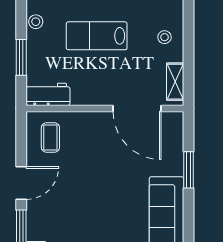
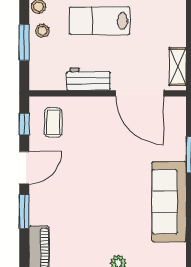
stool: (165, 37) -> (42, 31), moved
workbench: (48, 94) -> (88, 79), moved
window: (21, 139) -> (24, 124), added

